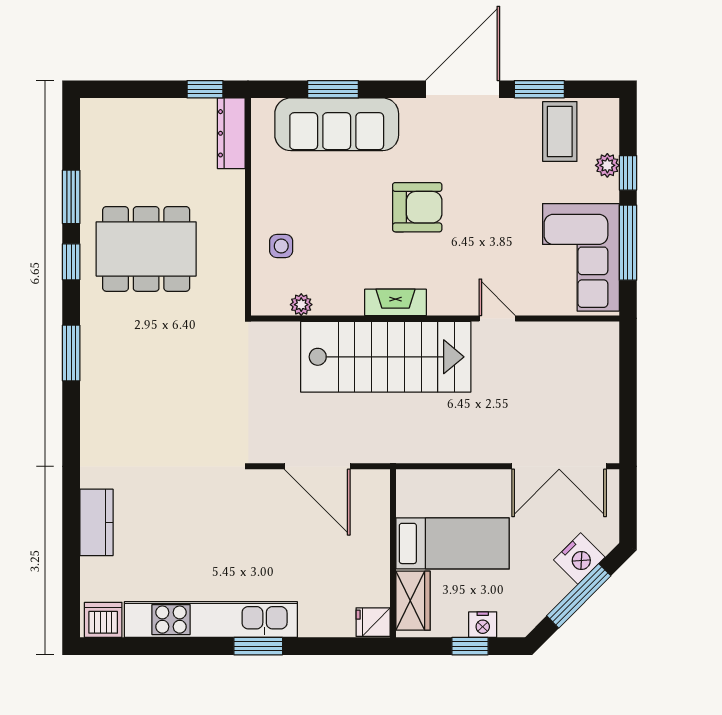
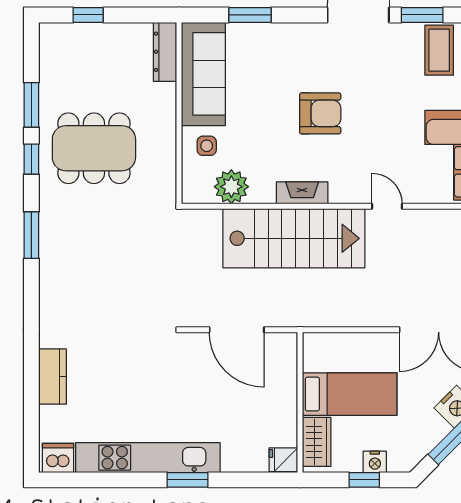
window: (205, 89) -> (88, 15), moved
sofa: (337, 124) -> (203, 74), moved, turned -90
plant: (301, 305) -> (231, 187), width x1.88, depth x1.88

